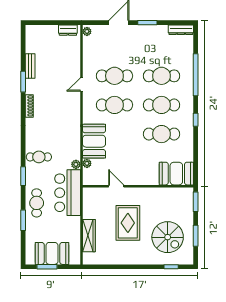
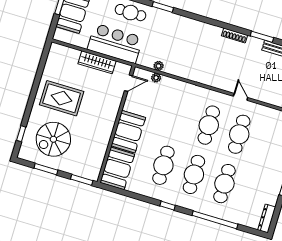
booth: (94, 141) -> (128, 132), moved, turned 90
cafe table: (39, 157) -> (178, 29), removed
door: (116, 186) -> (128, 83), moved
bar counter: (68, 193) -> (115, 43), moved
rug: (128, 223) -> (62, 98), moved
wardrobe: (89, 236) -> (97, 62), moved

